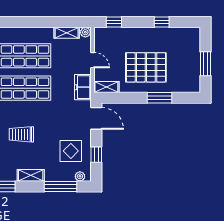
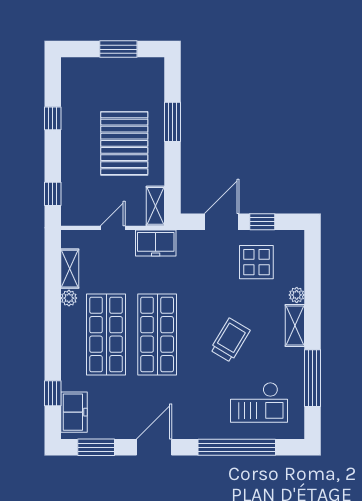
plant: (85, 32) -> (69, 298), moved
door: (96, 118) -> (222, 222), moved
trolley: (21, 134) -> (230, 340), turned -149
plant: (80, 176) -> (297, 295), moved
window: (61, 186) -> (313, 278), removed

